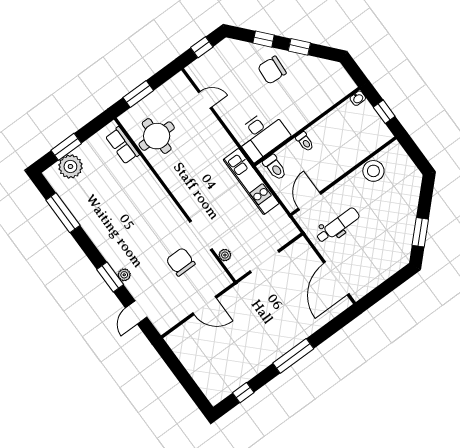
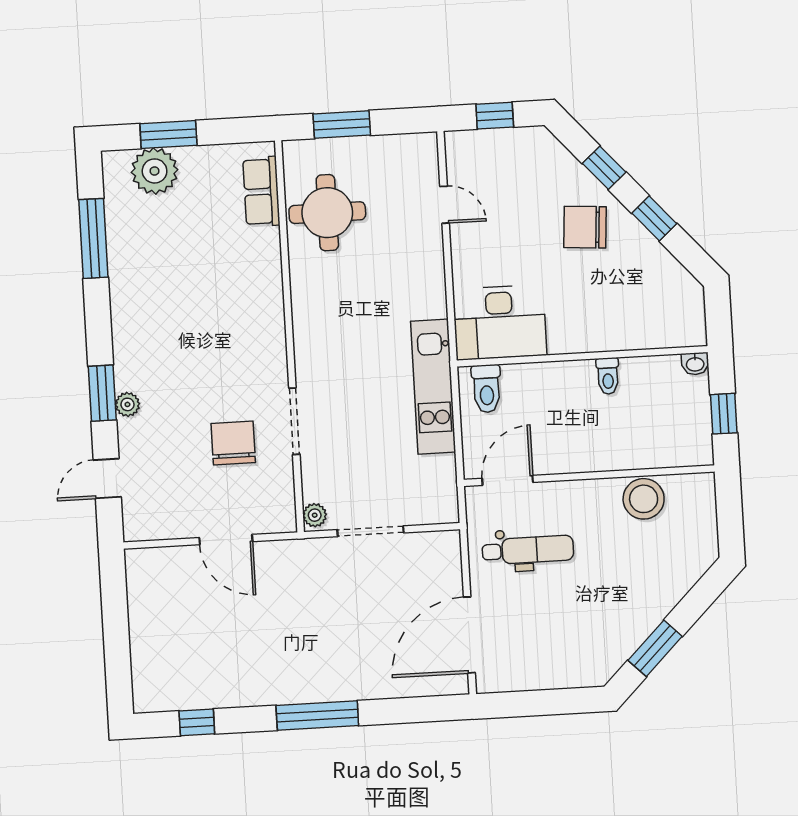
toilet: (305, 142) -> (608, 376), moved
plant: (225, 255) -> (315, 515), moved

